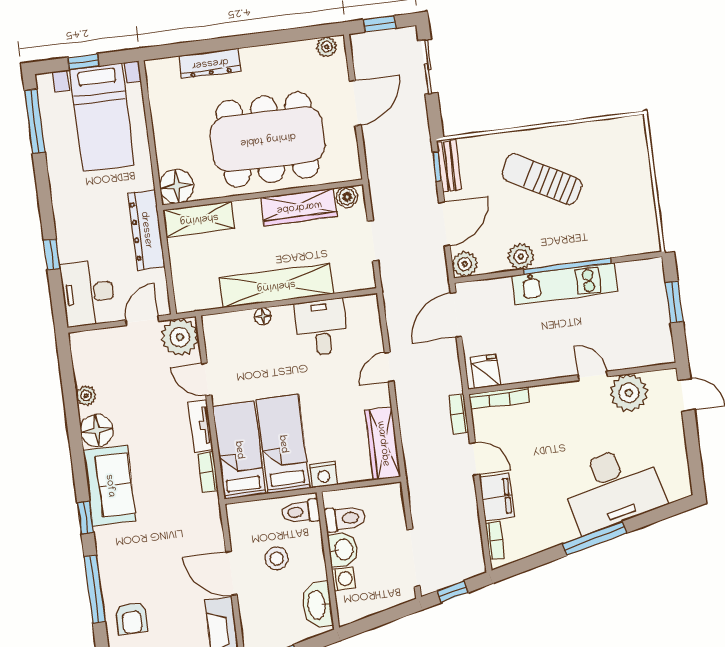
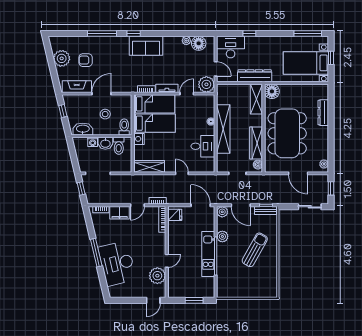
floor lamp: (97, 430) -> (199, 43), moved
armchair: (132, 618) -> (86, 60), moved

